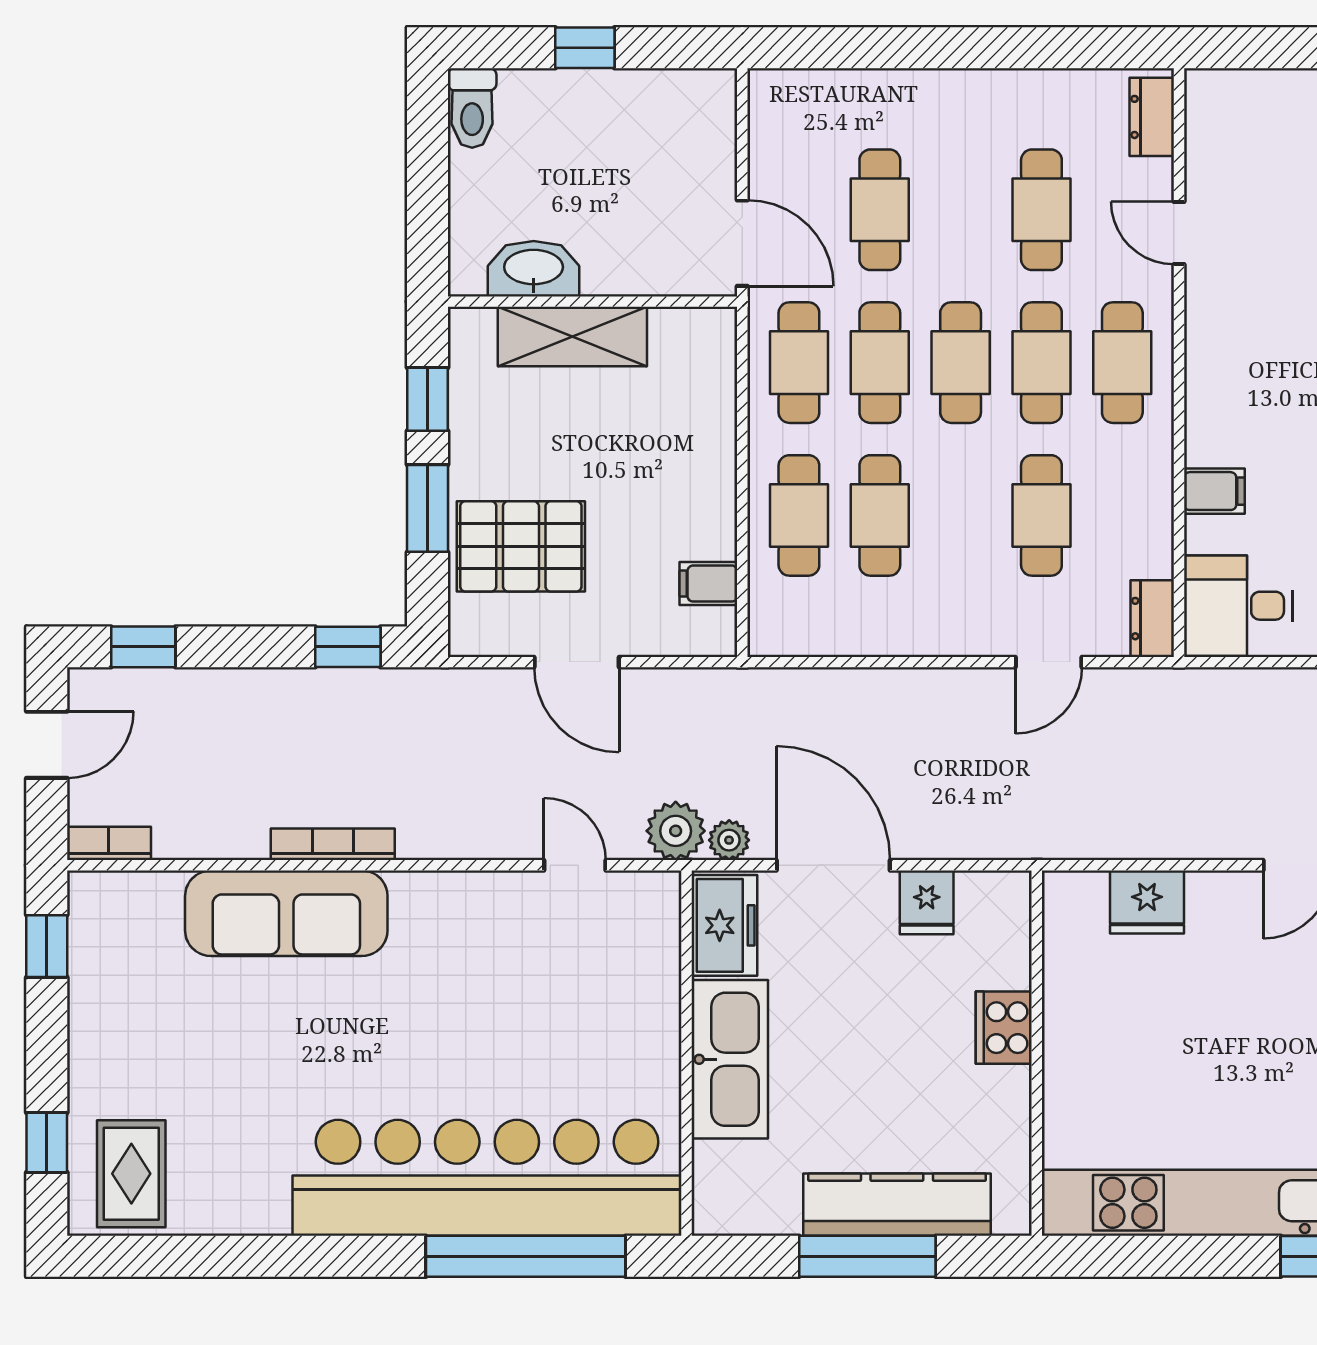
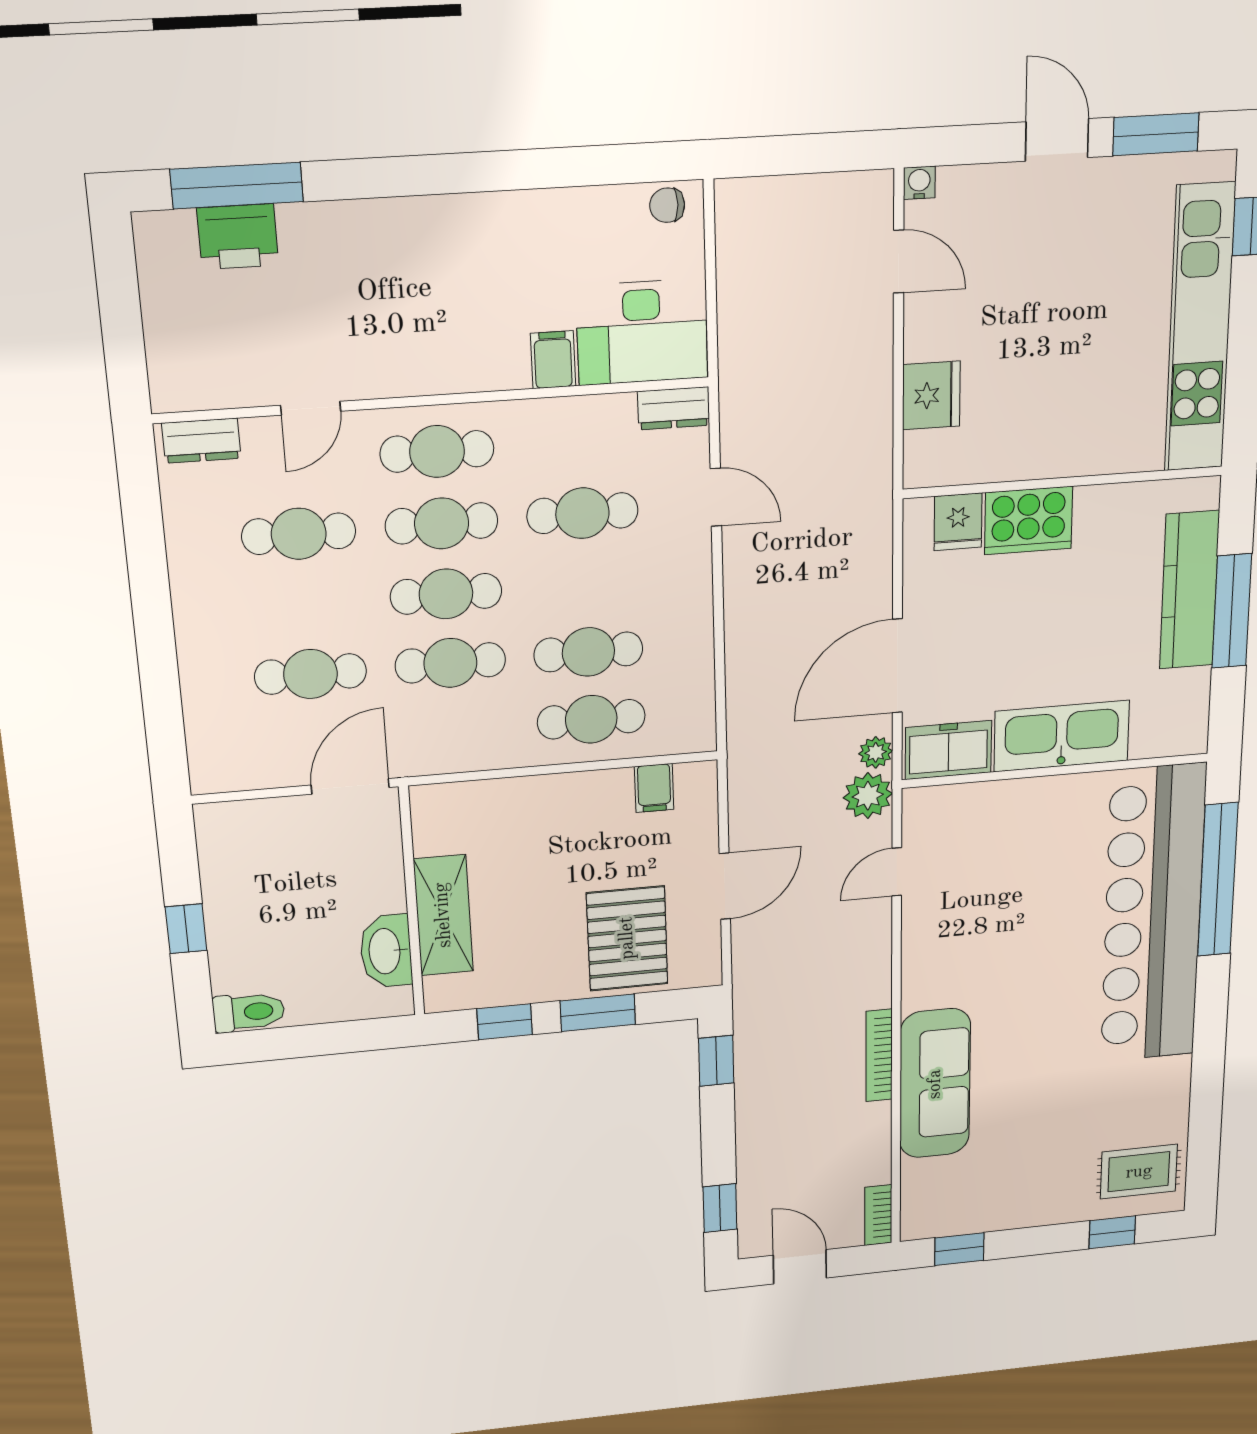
cafe table: (799, 363) -> (455, 731), removed
desk: (1238, 606) -> (642, 332), width x1.37
fridge: (927, 902) -> (958, 522), moved, turned 90
cooker: (1004, 1028) -> (1028, 520), width x1.37, depth x1.31

